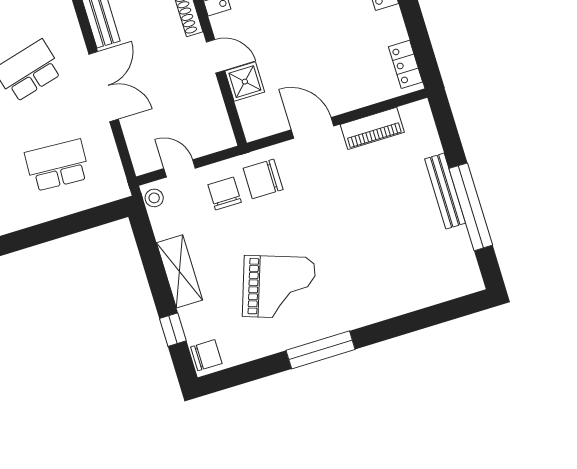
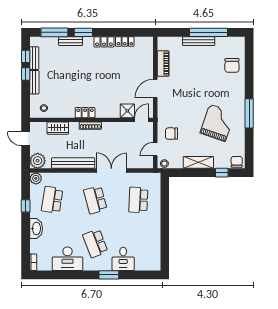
door: (215, 56) -> (142, 120), moved
locker: (405, 64) -> (125, 41), moved
chair: (263, 179) -> (232, 65), moved

